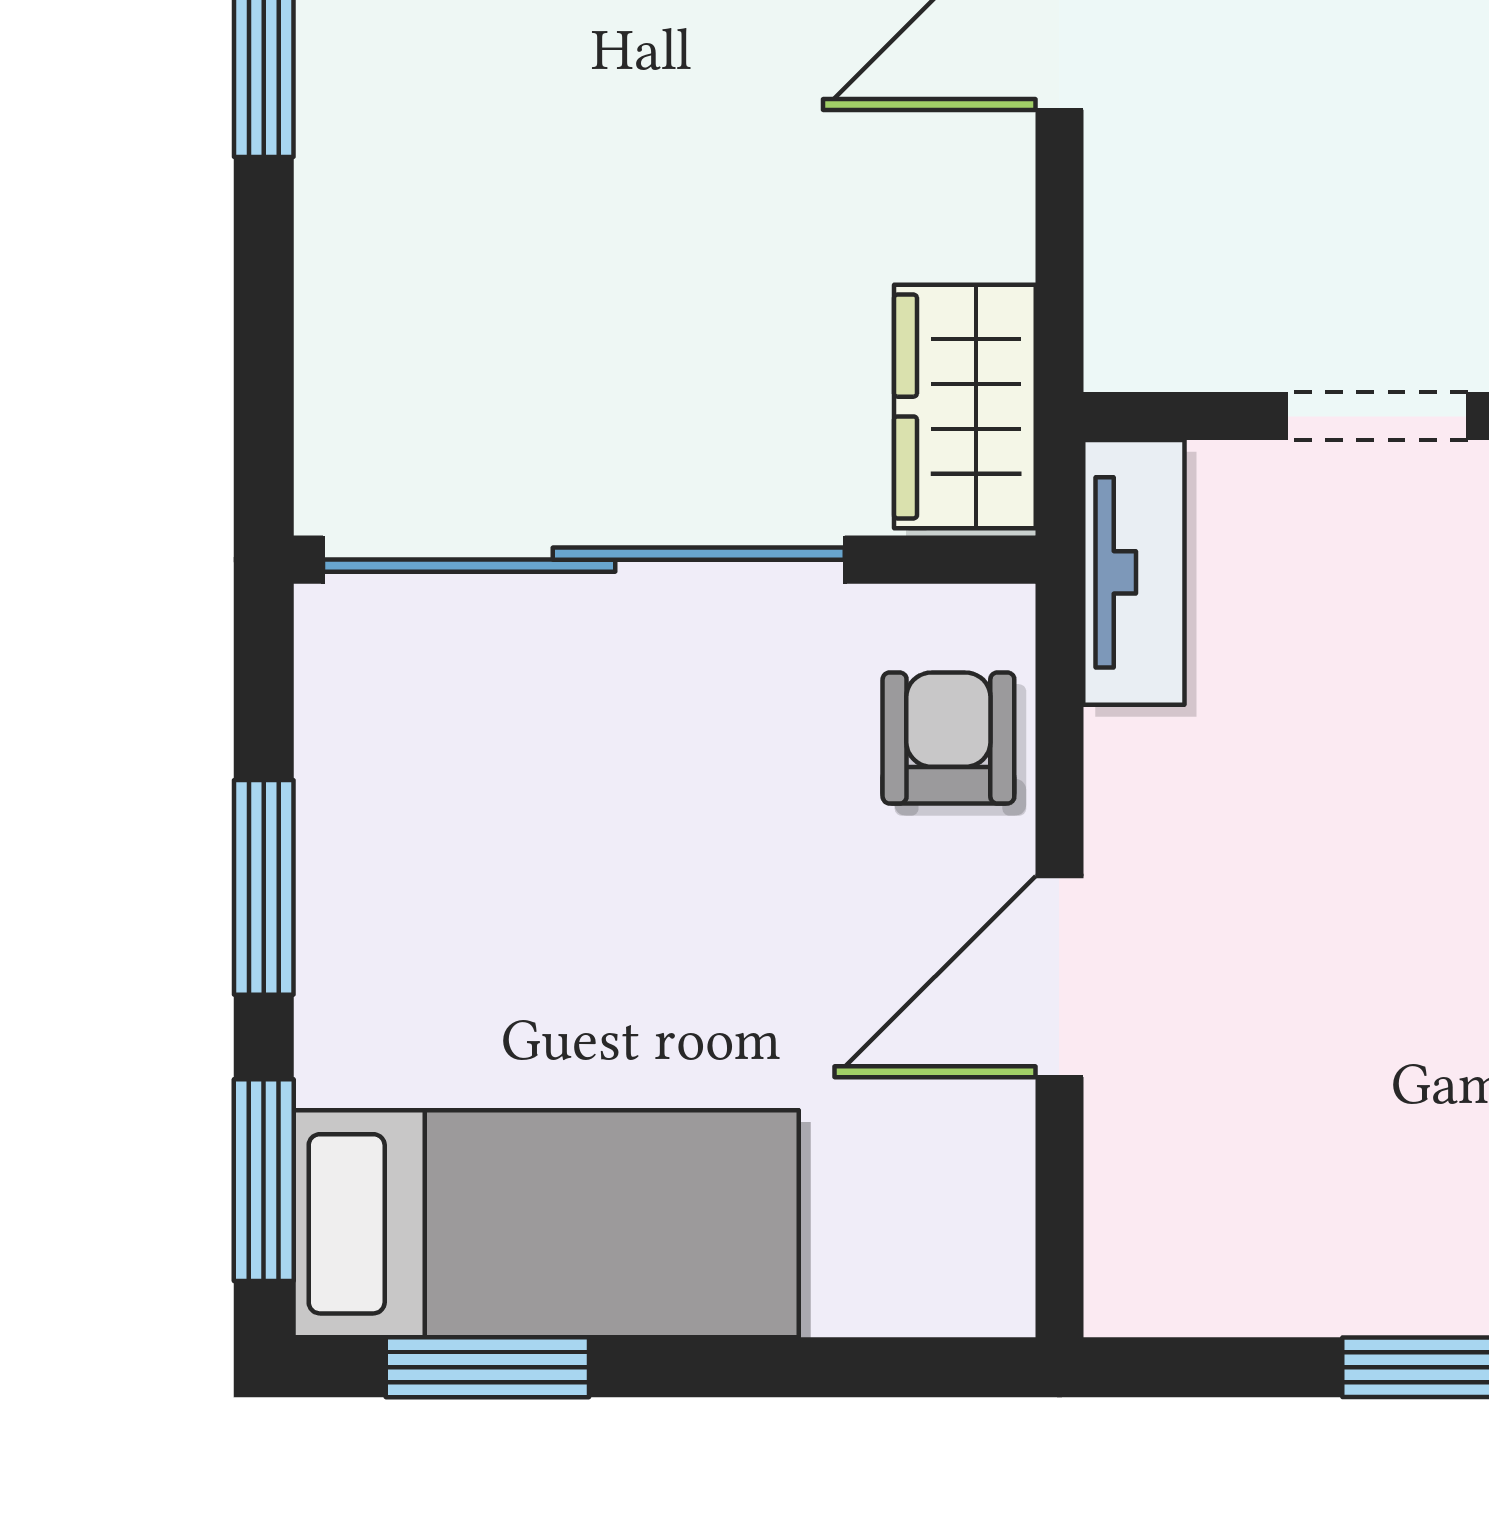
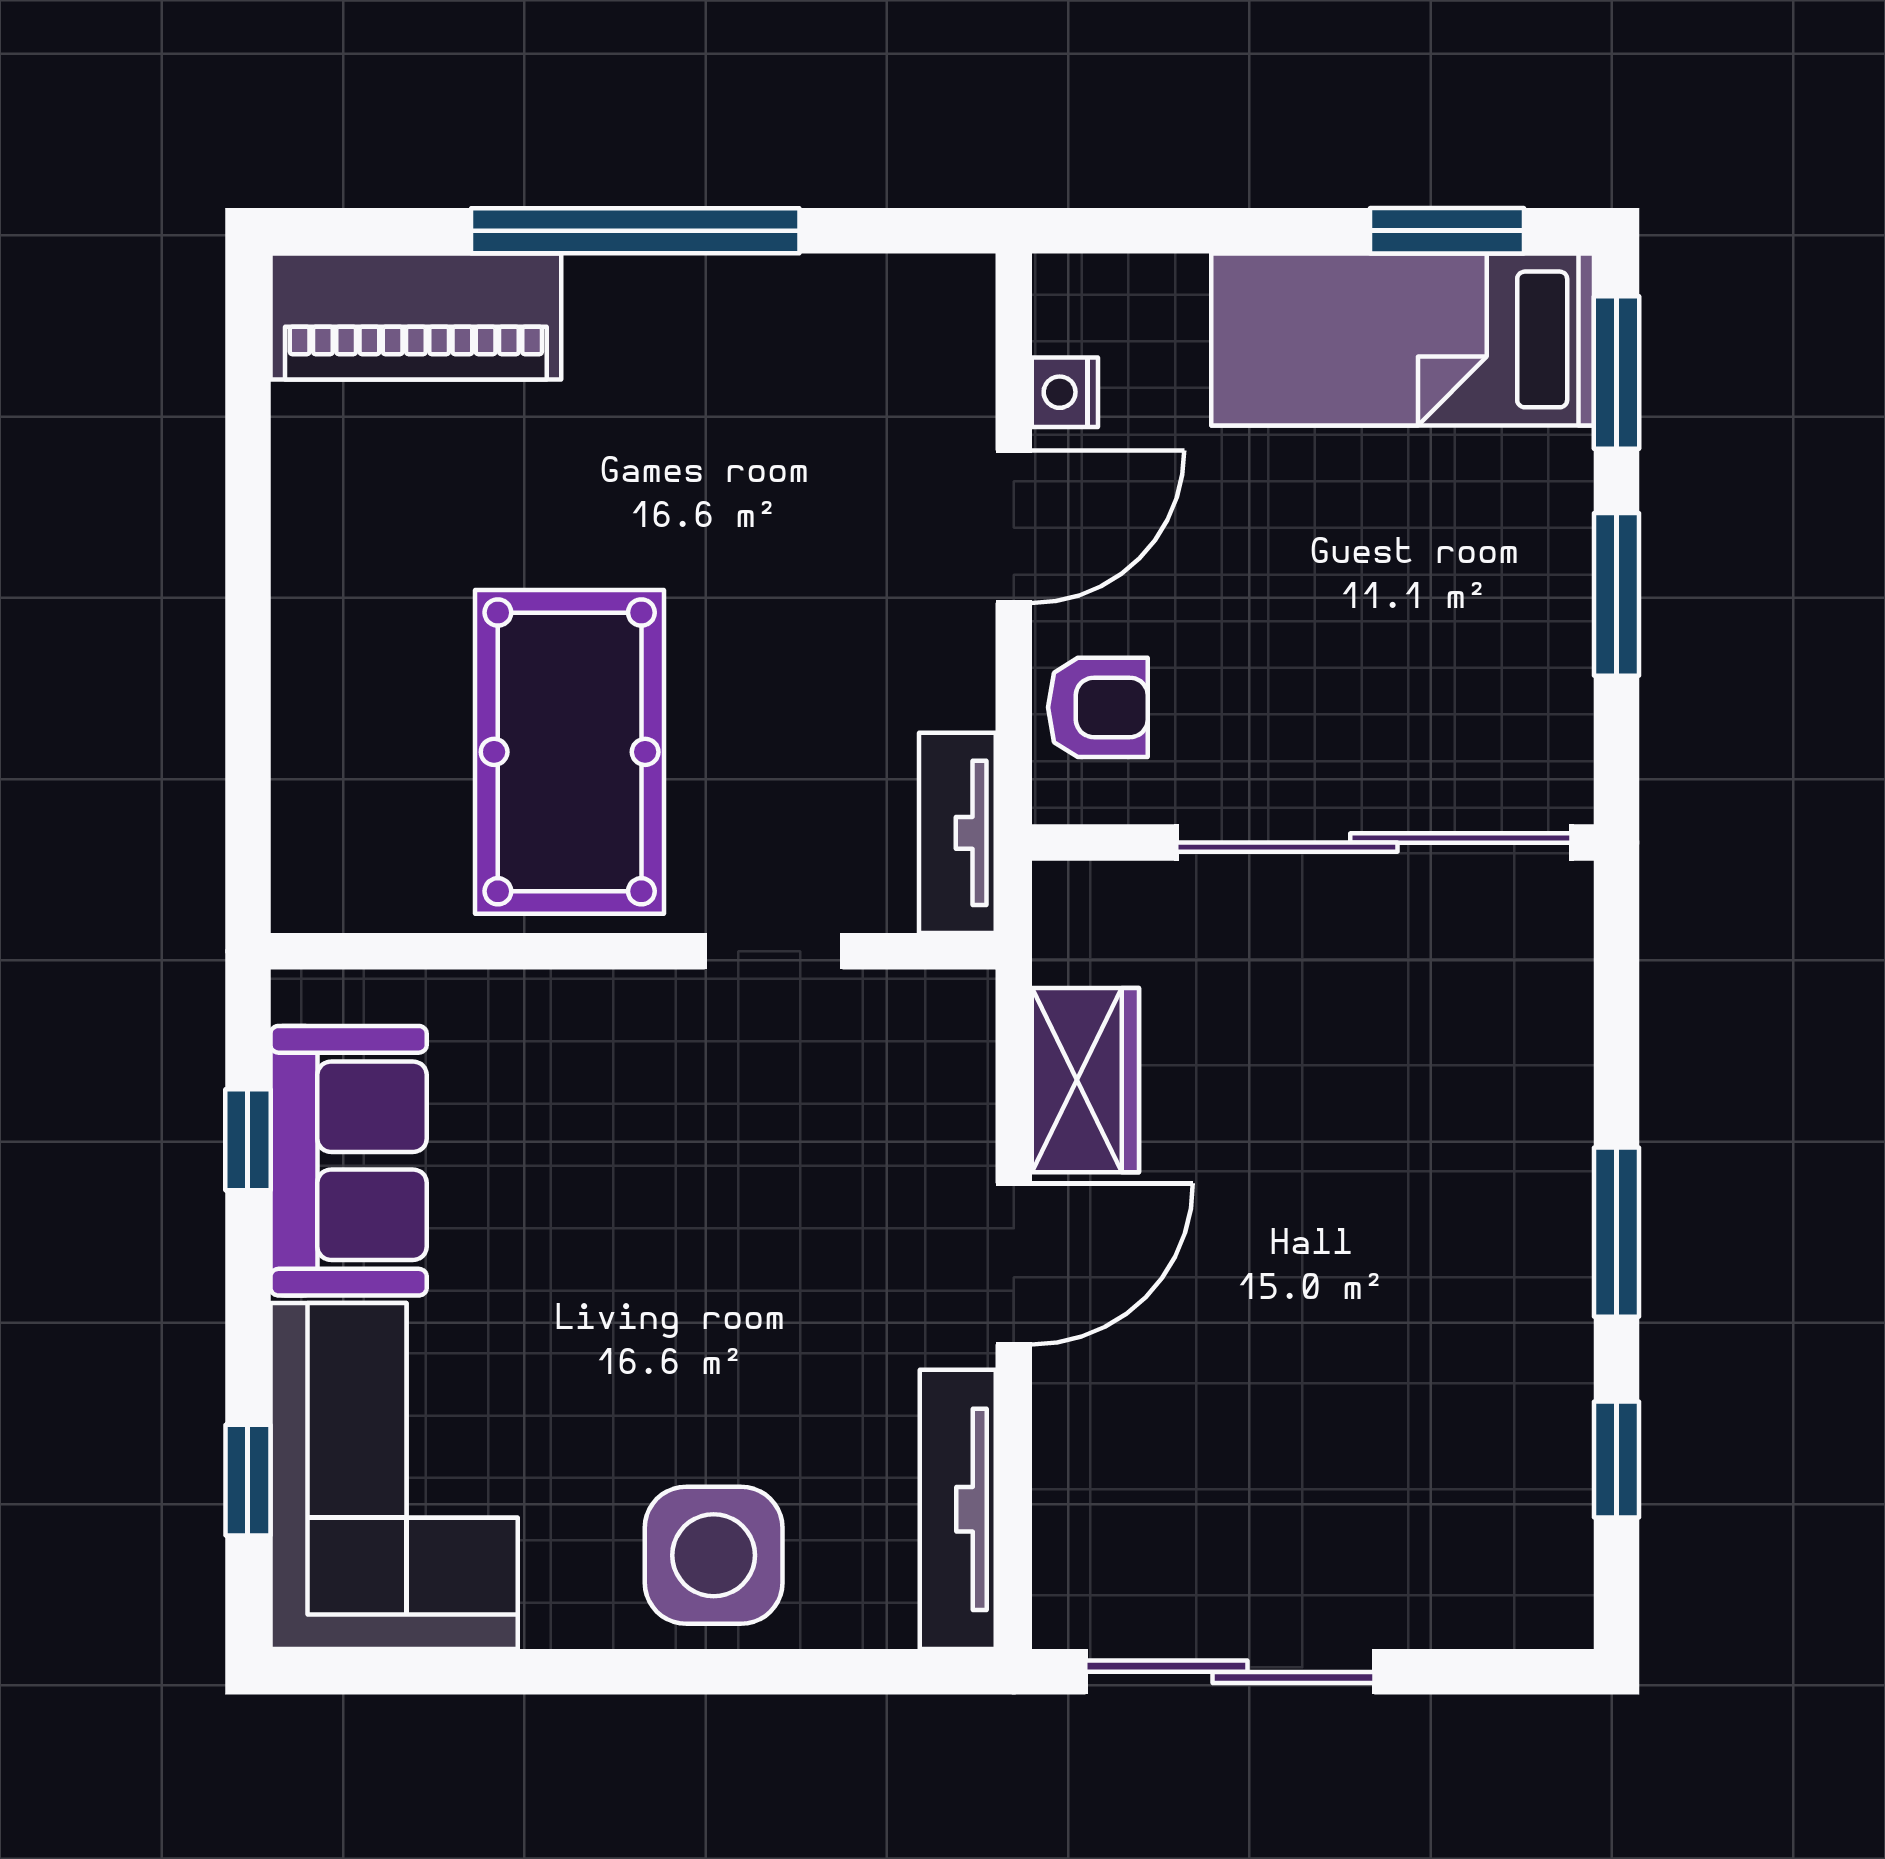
wardrobe: (965, 407) -> (1085, 1080), moved
armchair: (948, 738) -> (1098, 707), turned -90
nightstand: (992, 1154) -> (1065, 392), added

